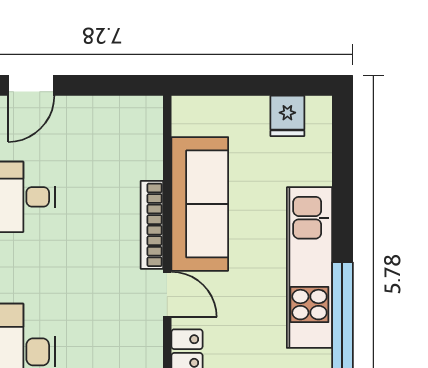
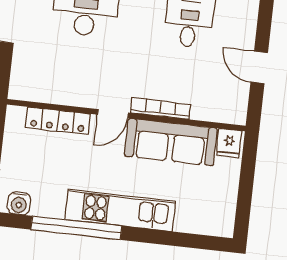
door: (31, 85) -> (259, 67), moved
fridge: (287, 116) -> (229, 143), moved, turned -90

